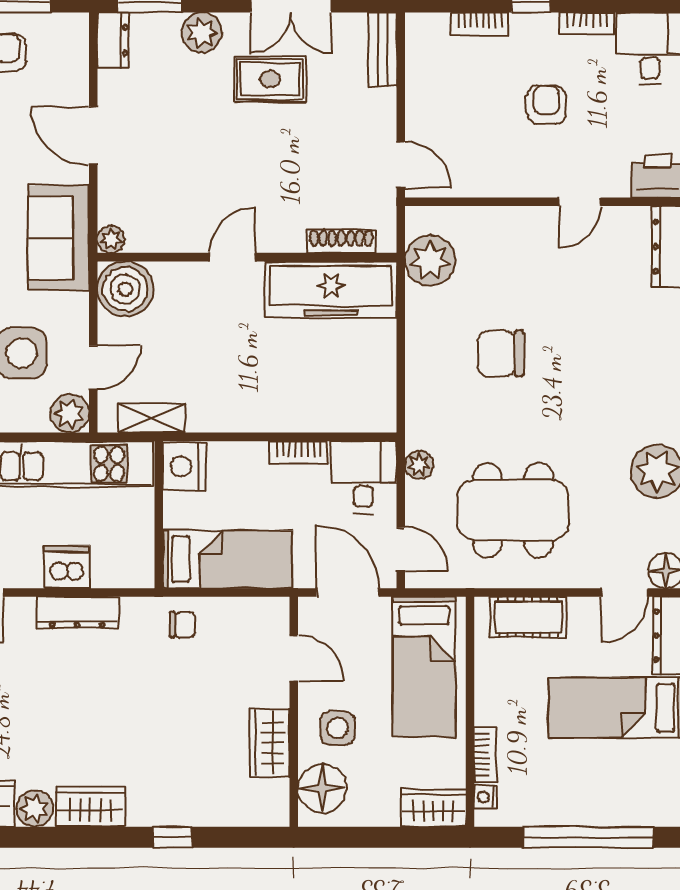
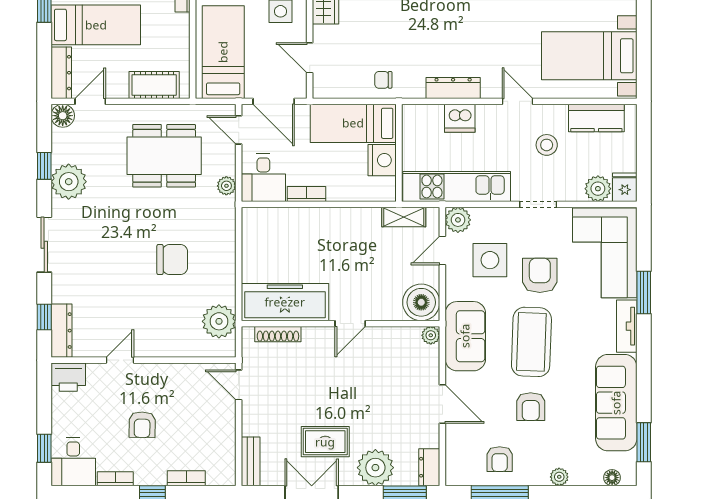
plant: (202, 33) -> (375, 468), width x1.36, depth x1.36
nightstand: (184, 466) -> (382, 160), moved

